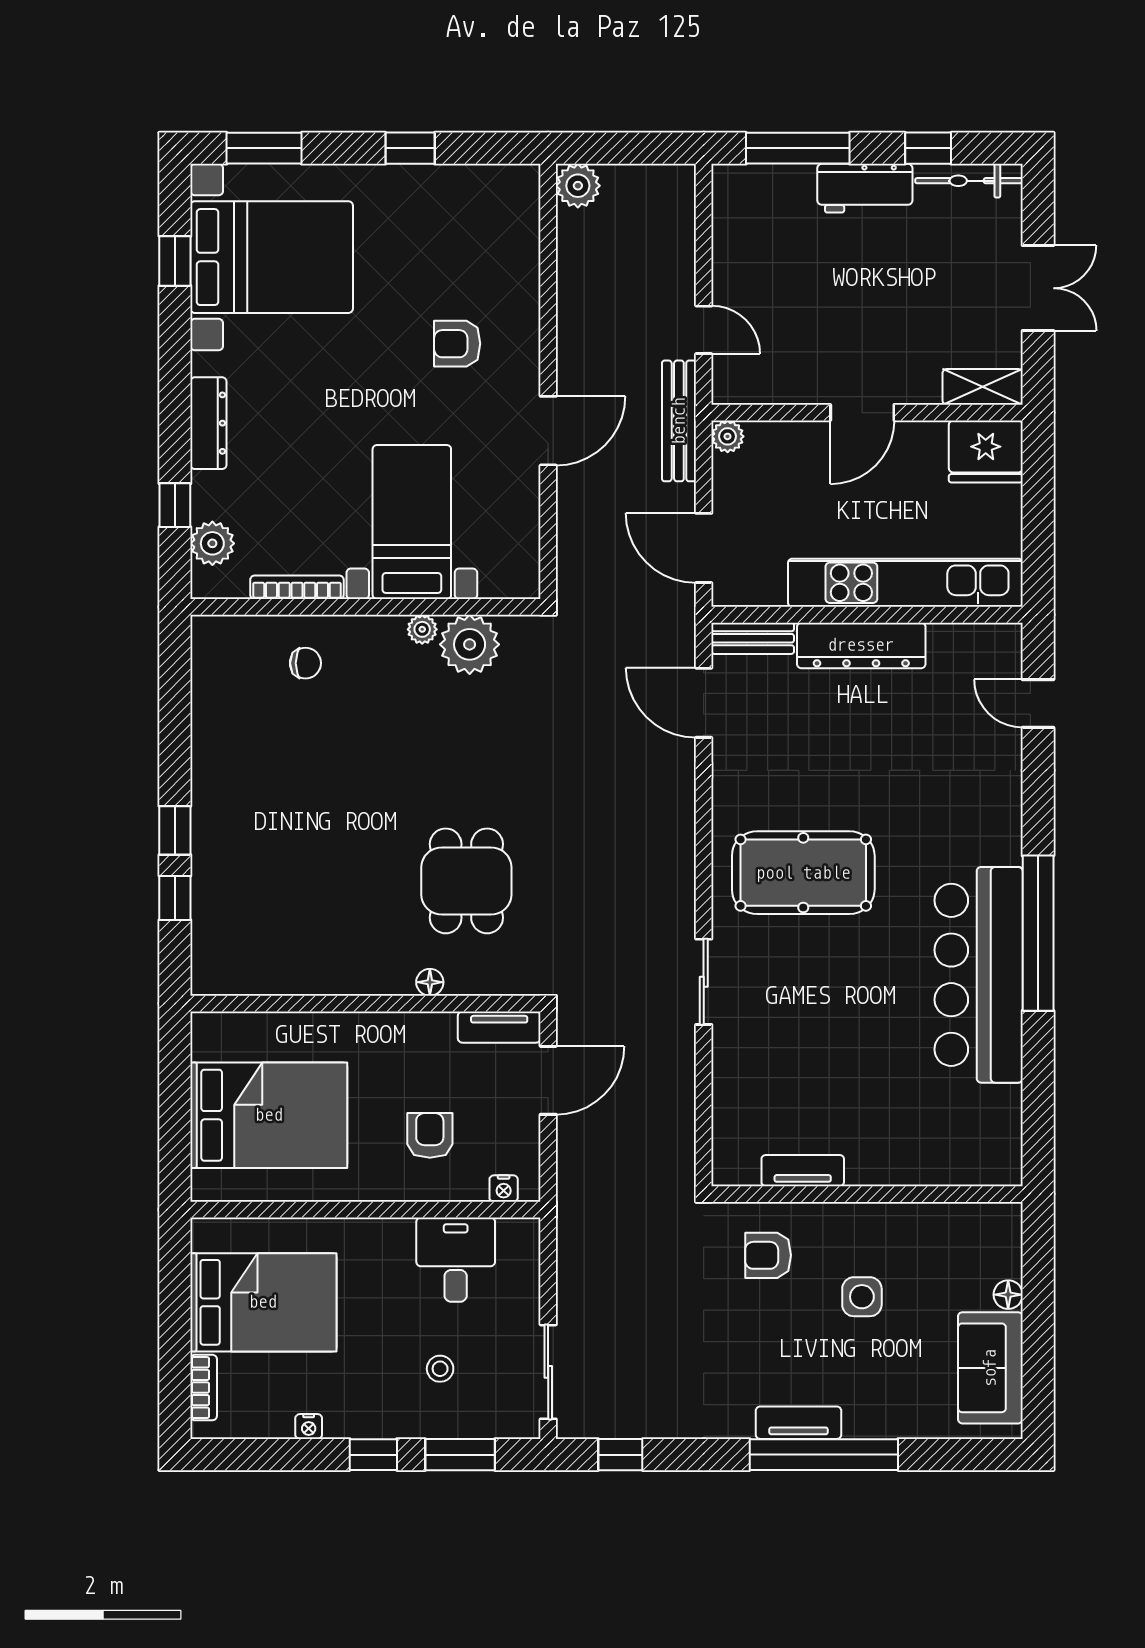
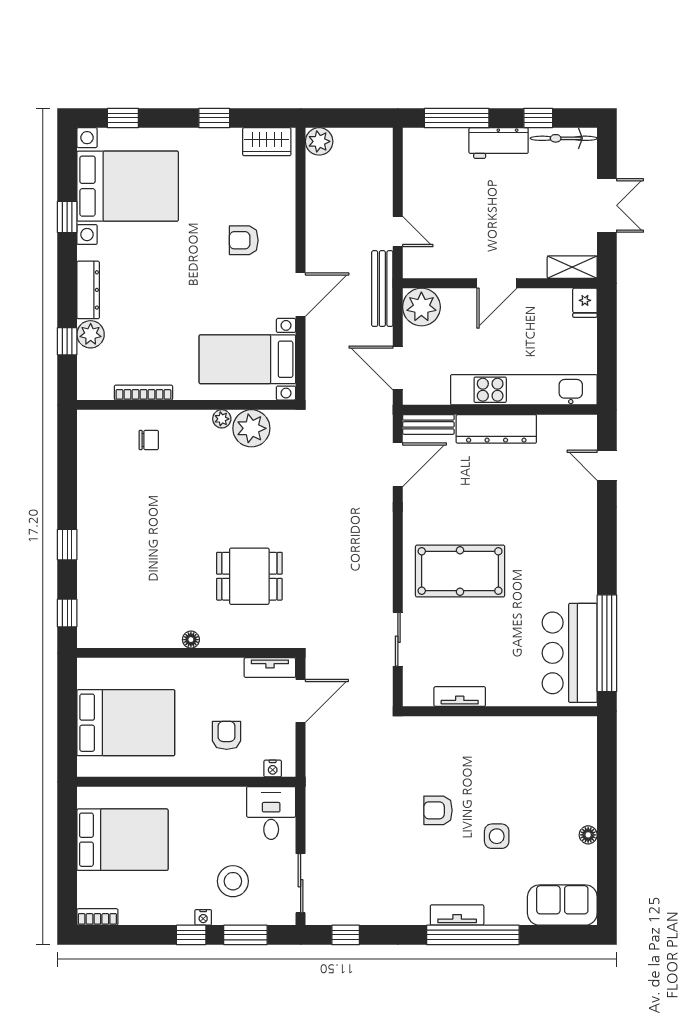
window: (264, 148) -> (123, 118), width x0.67
wardrobe: (494, 186) -> (267, 142), added
window: (175, 261) -> (67, 217), moved
plant: (728, 436) -> (421, 307), width x1.88, depth x1.88
fridge: (986, 451) -> (585, 303), width x0.53, depth x0.75
bed with nightstands: (412, 522) -> (247, 359), moved, turned -90
plant: (212, 543) -> (91, 334), moved
door: (704, 703) -> (398, 465), swing flipped
dining table: (466, 881) -> (249, 576), turned 90
window: (175, 898) -> (67, 613), moved
window: (1038, 933) -> (607, 643), moved
bar counter: (979, 975) -> (570, 653), width x0.73
floor lamp: (430, 982) -> (191, 640), moved
tv unit: (803, 1171) -> (460, 697), moved
wall: (867, 1194) -> (500, 711), moved
desk: (456, 1260) -> (271, 813), moved
sofa: (990, 1368) -> (562, 905), moved, turned 90
stool: (440, 1369) -> (233, 881), width x1.89, depth x1.89
bookcase: (204, 1388) -> (97, 917), moved, turned -90
nightstand: (309, 1426) -> (203, 917), moved

